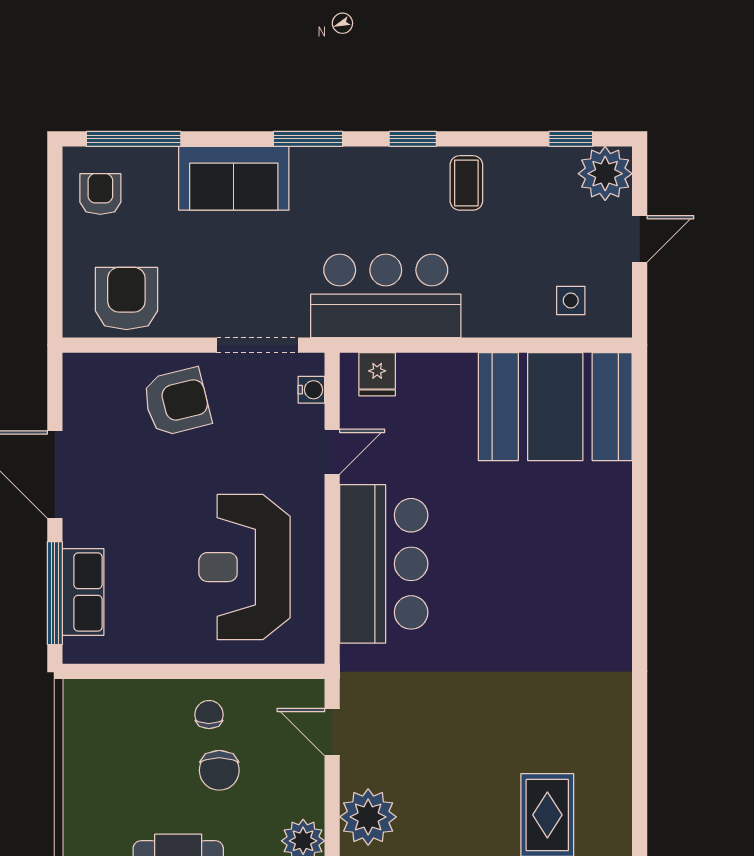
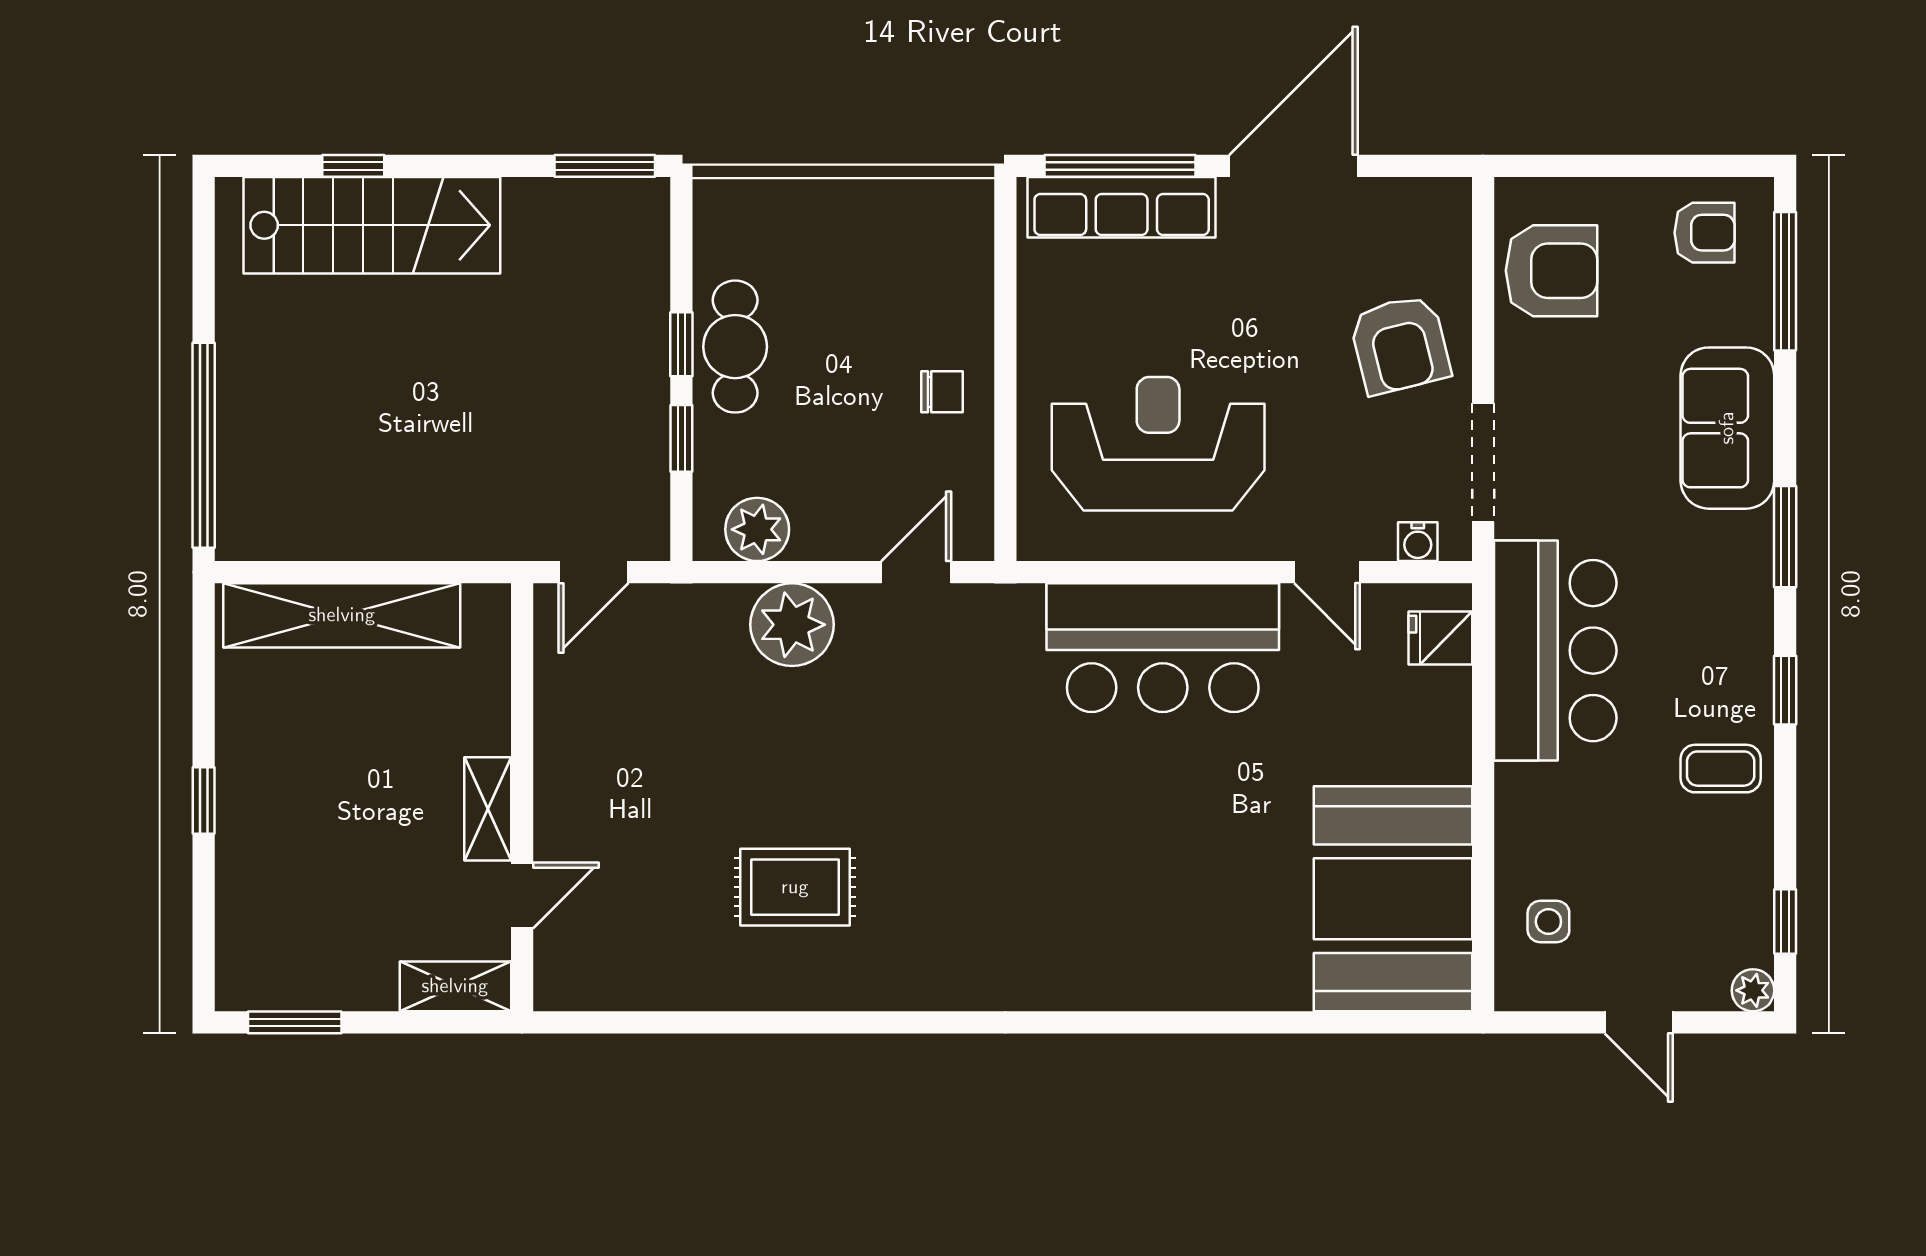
plant: (605, 174) -> (1753, 990), width x0.53, depth x0.53
row of seats: (83, 592) -> (1122, 207), width x1.48
chair: (219, 770) -> (860, 407), removed

